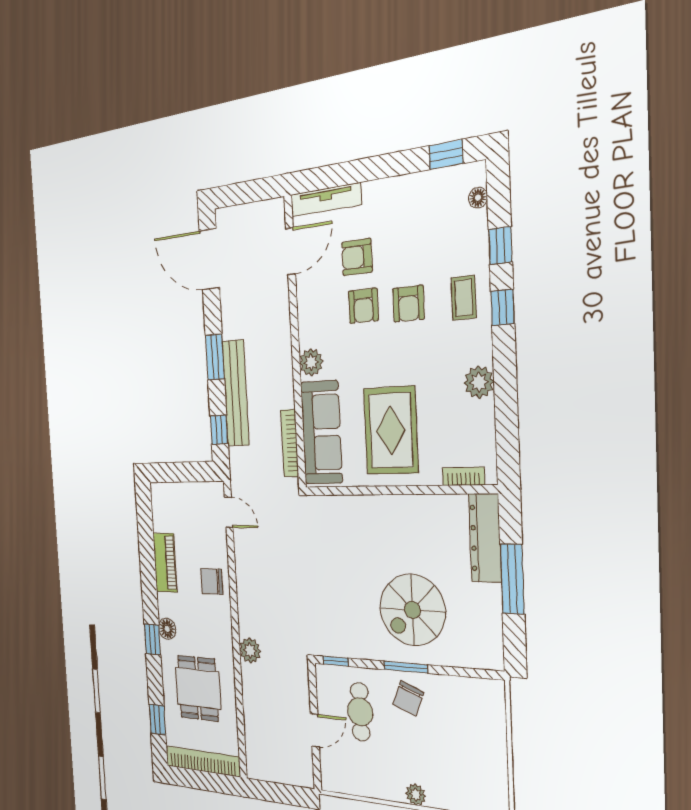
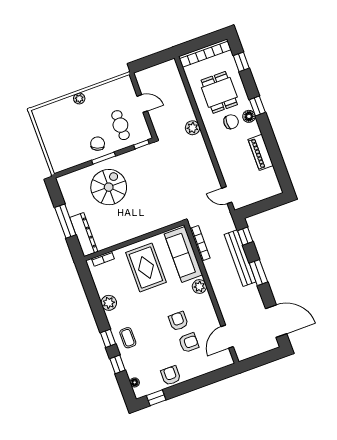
tv unit: (326, 200) -> (214, 365), removed
armchair: (409, 304) -> (171, 376), moved
chair: (212, 581) -> (231, 122), moved
door: (315, 730) -> (142, 104), swing flipped

